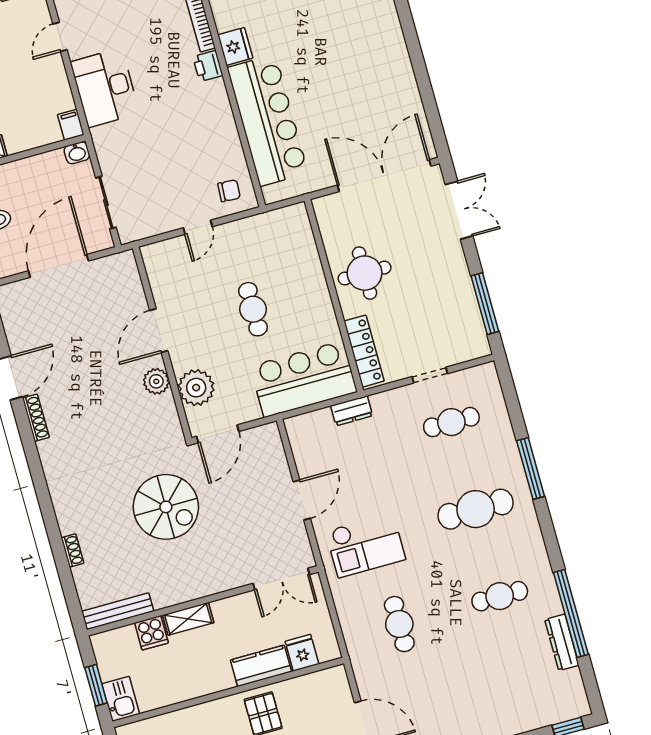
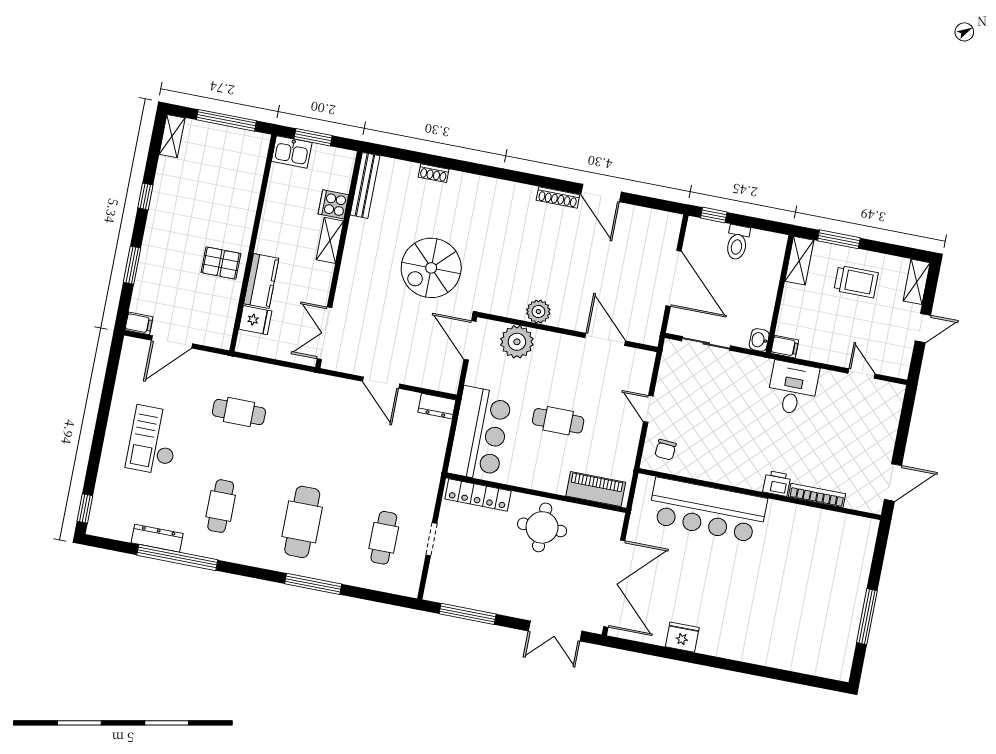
fridge: (235, 46) -> (682, 637), moved, turned 180
desk: (105, 88) -> (793, 388), width x0.73
piano: (301, 239) -> (596, 489), added
door: (159, 331) -> (605, 339), moved
dresser: (352, 411) -> (437, 406), moved, turned -90
checkout: (366, 545) -> (153, 440), moved

